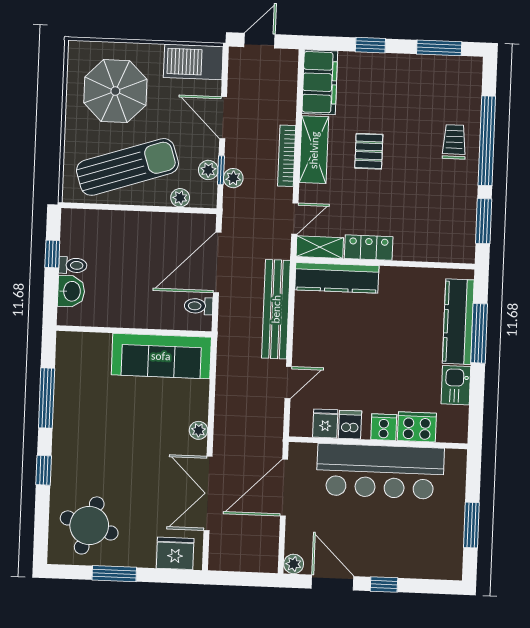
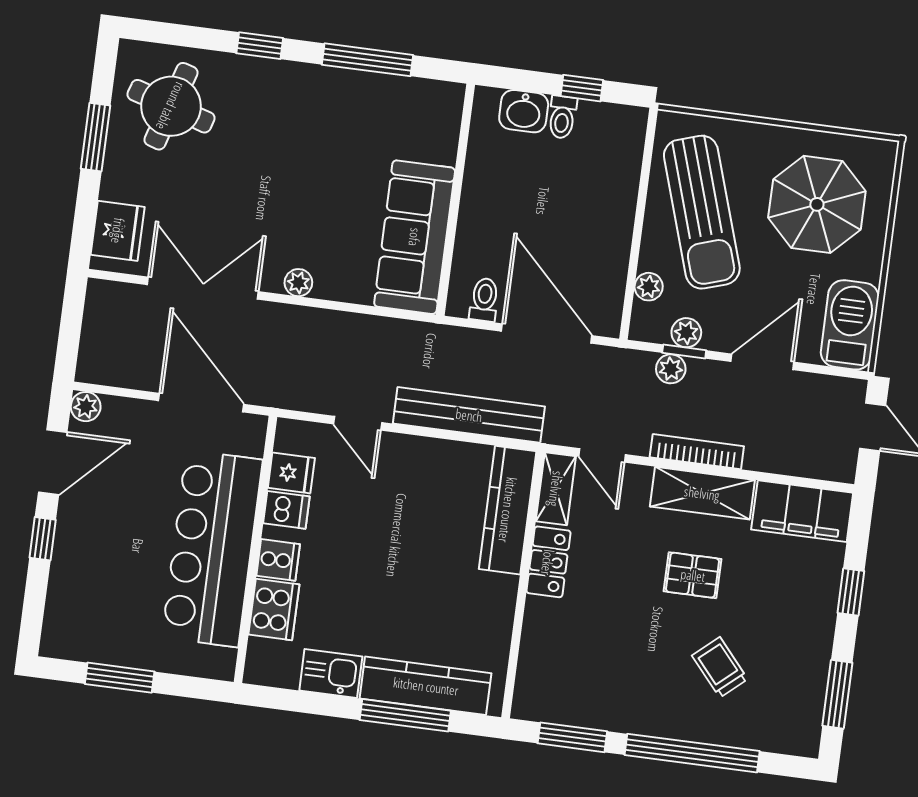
trolley: (454, 142) -> (720, 667), moved, turned -131

